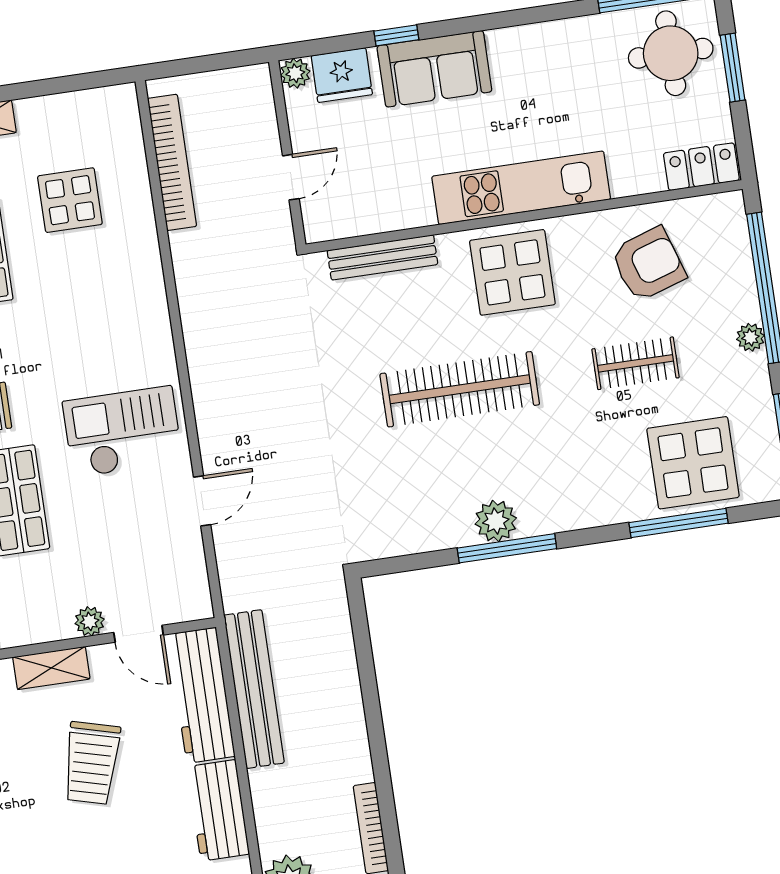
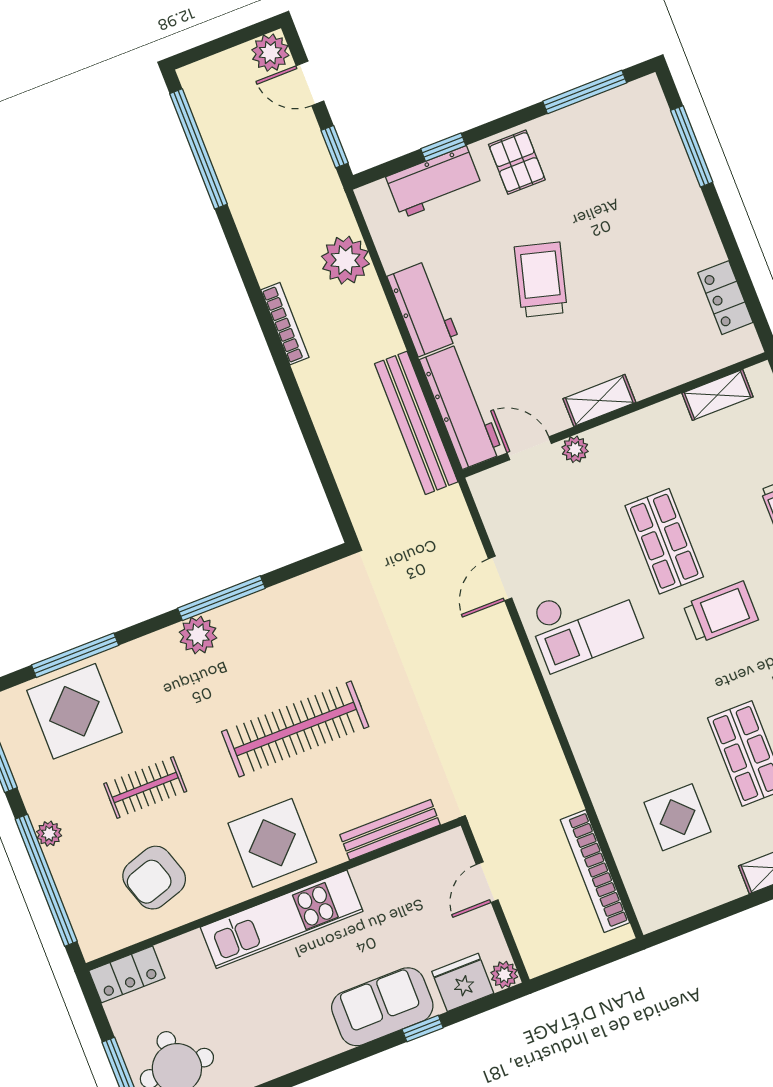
plant: (496, 521) -> (198, 635), moved
trolley: (92, 763) -> (541, 280), moved

